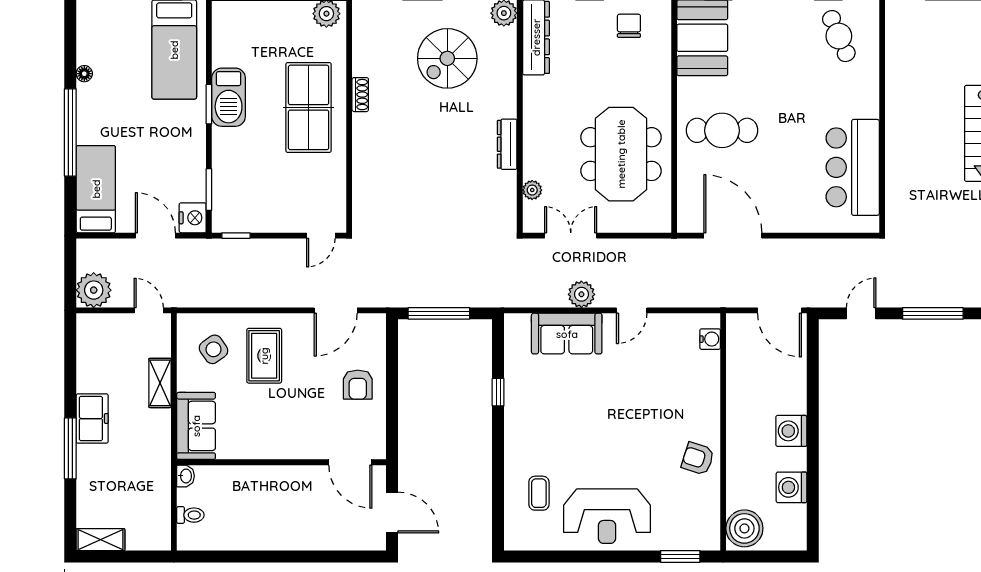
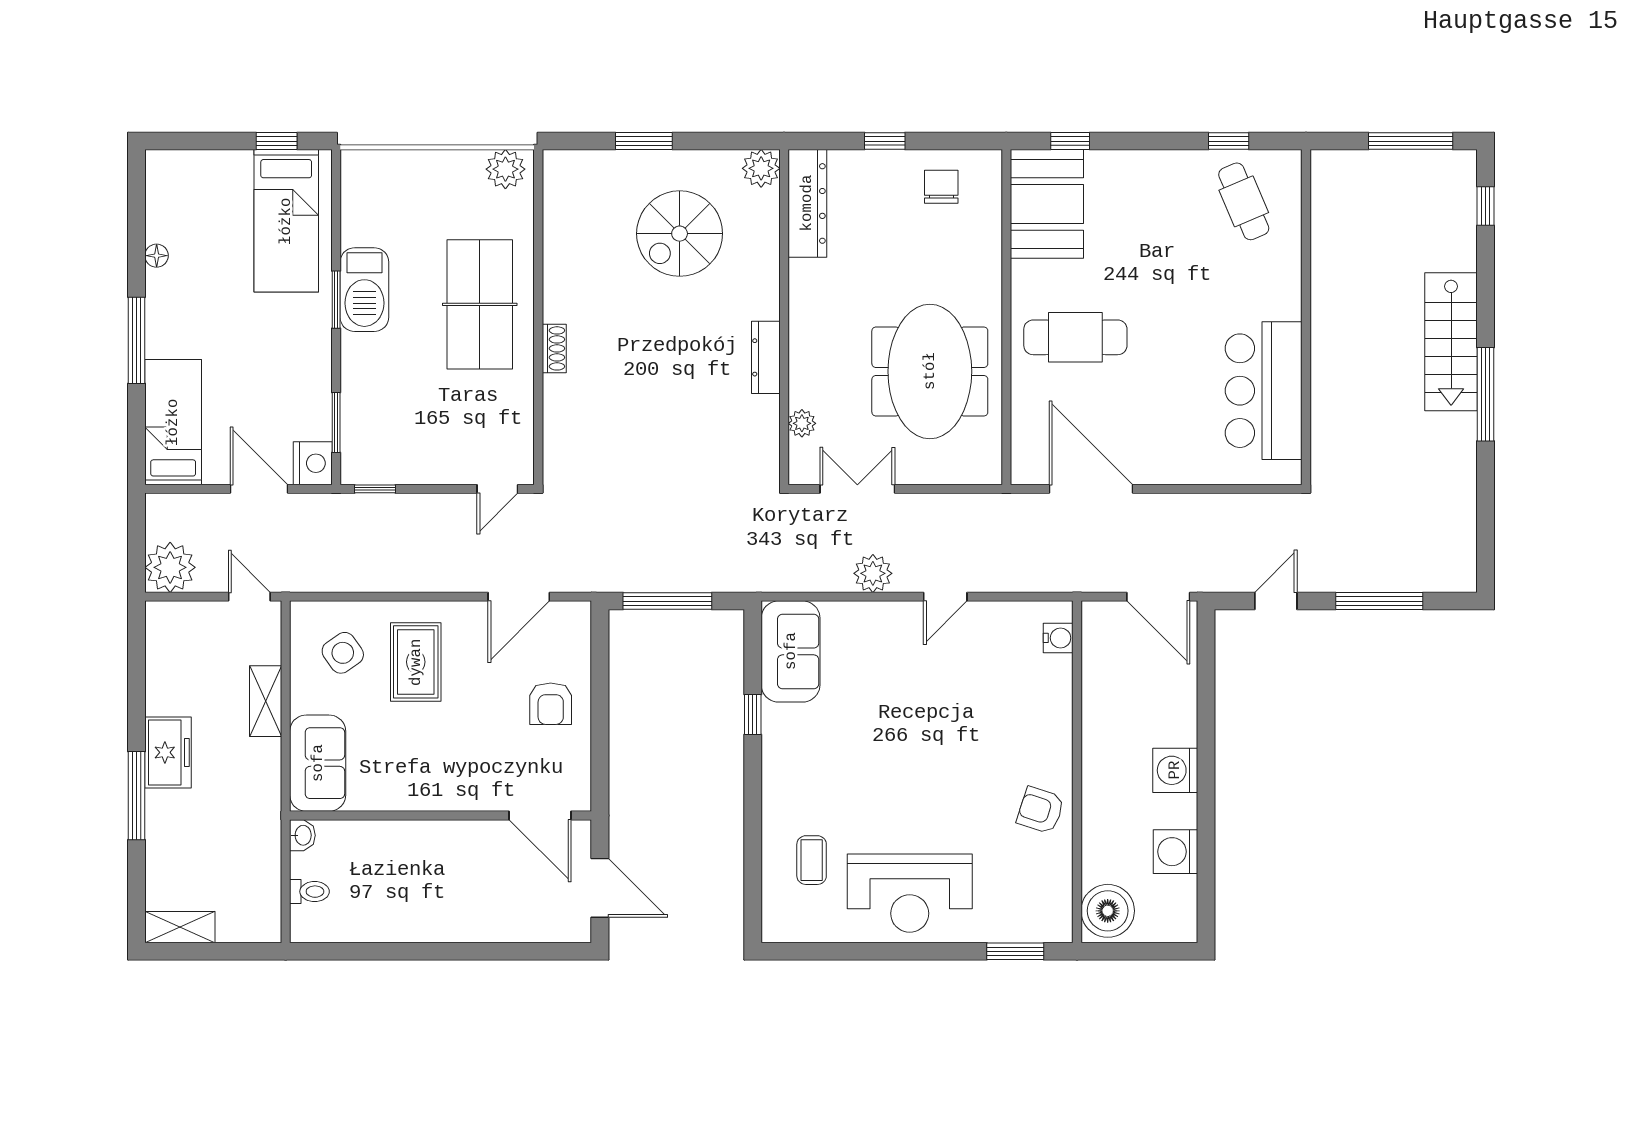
shoe rack: (360, 95) -> (554, 348), moved
window: (70, 132) -> (136, 340), width x0.68
sofa: (567, 334) -> (791, 651), moved, turned -90

